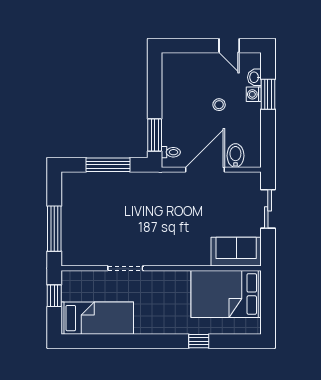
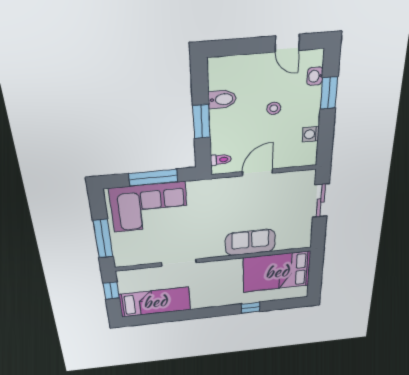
washing machine: (254, 94) -> (311, 134), moved
window: (155, 135) -> (201, 122), moved
bidet: (235, 156) -> (222, 99), moved, turned 90
door: (205, 170) -> (257, 172), width x0.73
corner sofa: (101, 197) -> (149, 207), added
sofa: (236, 252) -> (250, 242), moved

